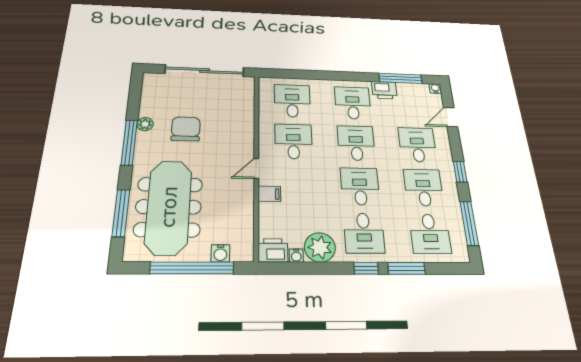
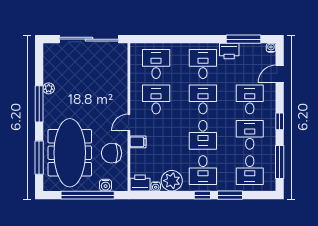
chair: (186, 129) -> (112, 153), moved, turned -90
desk: (360, 186) -> (203, 135), turned 180

